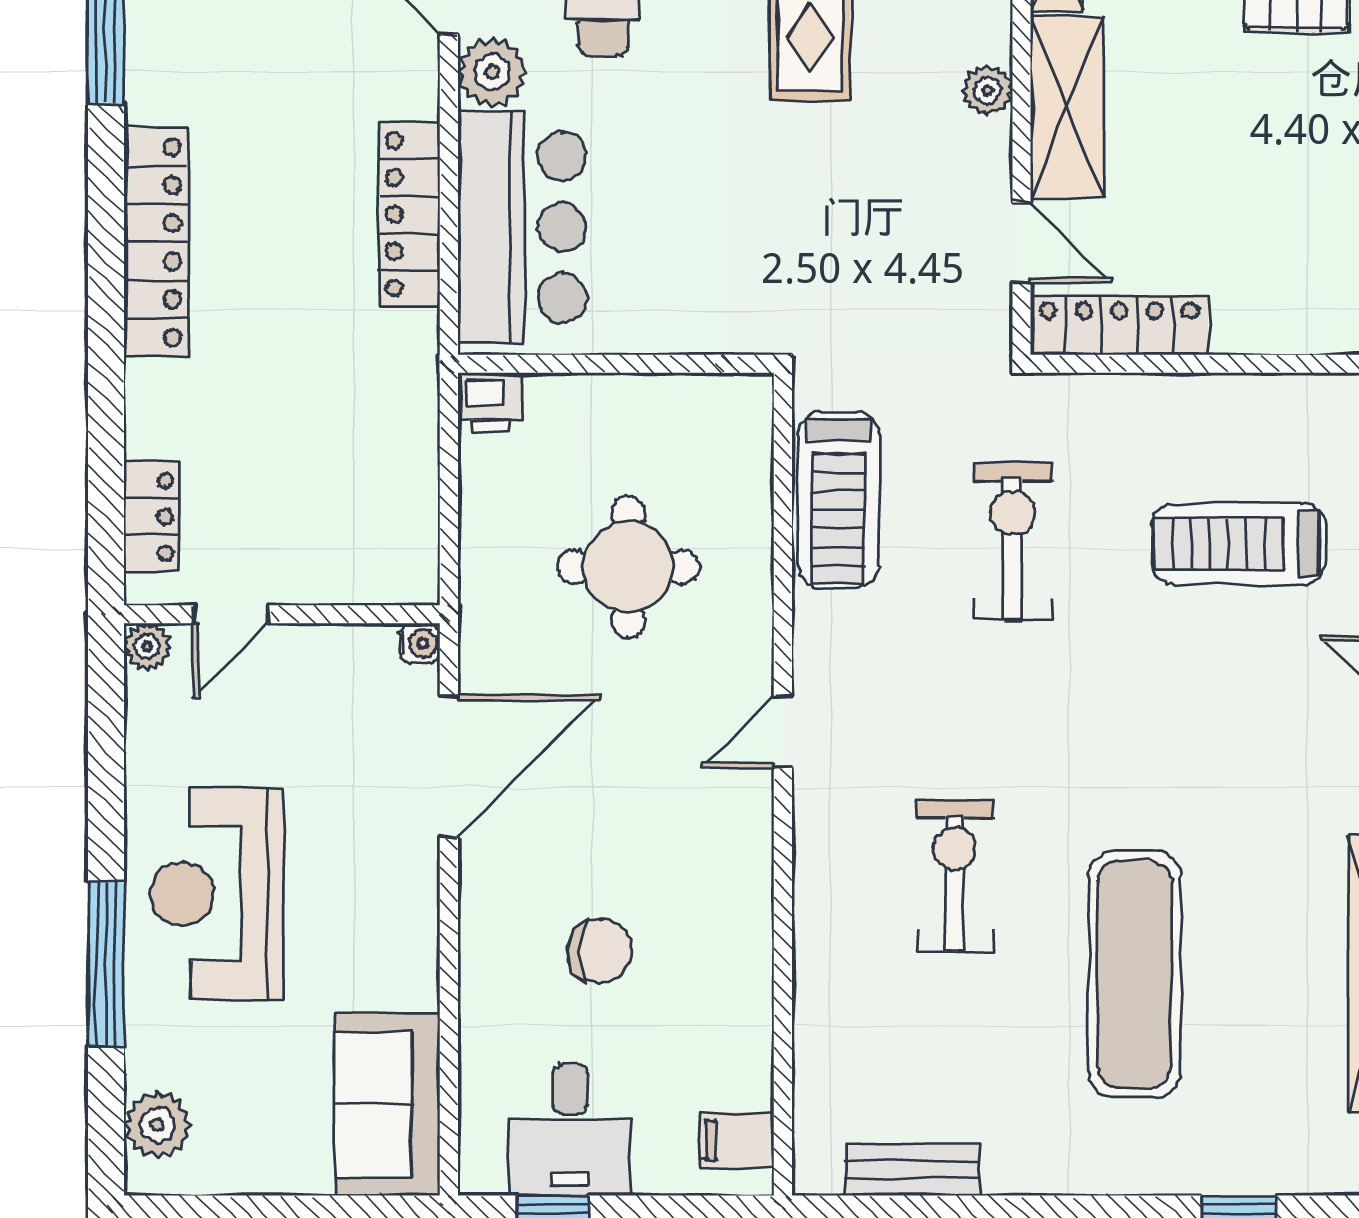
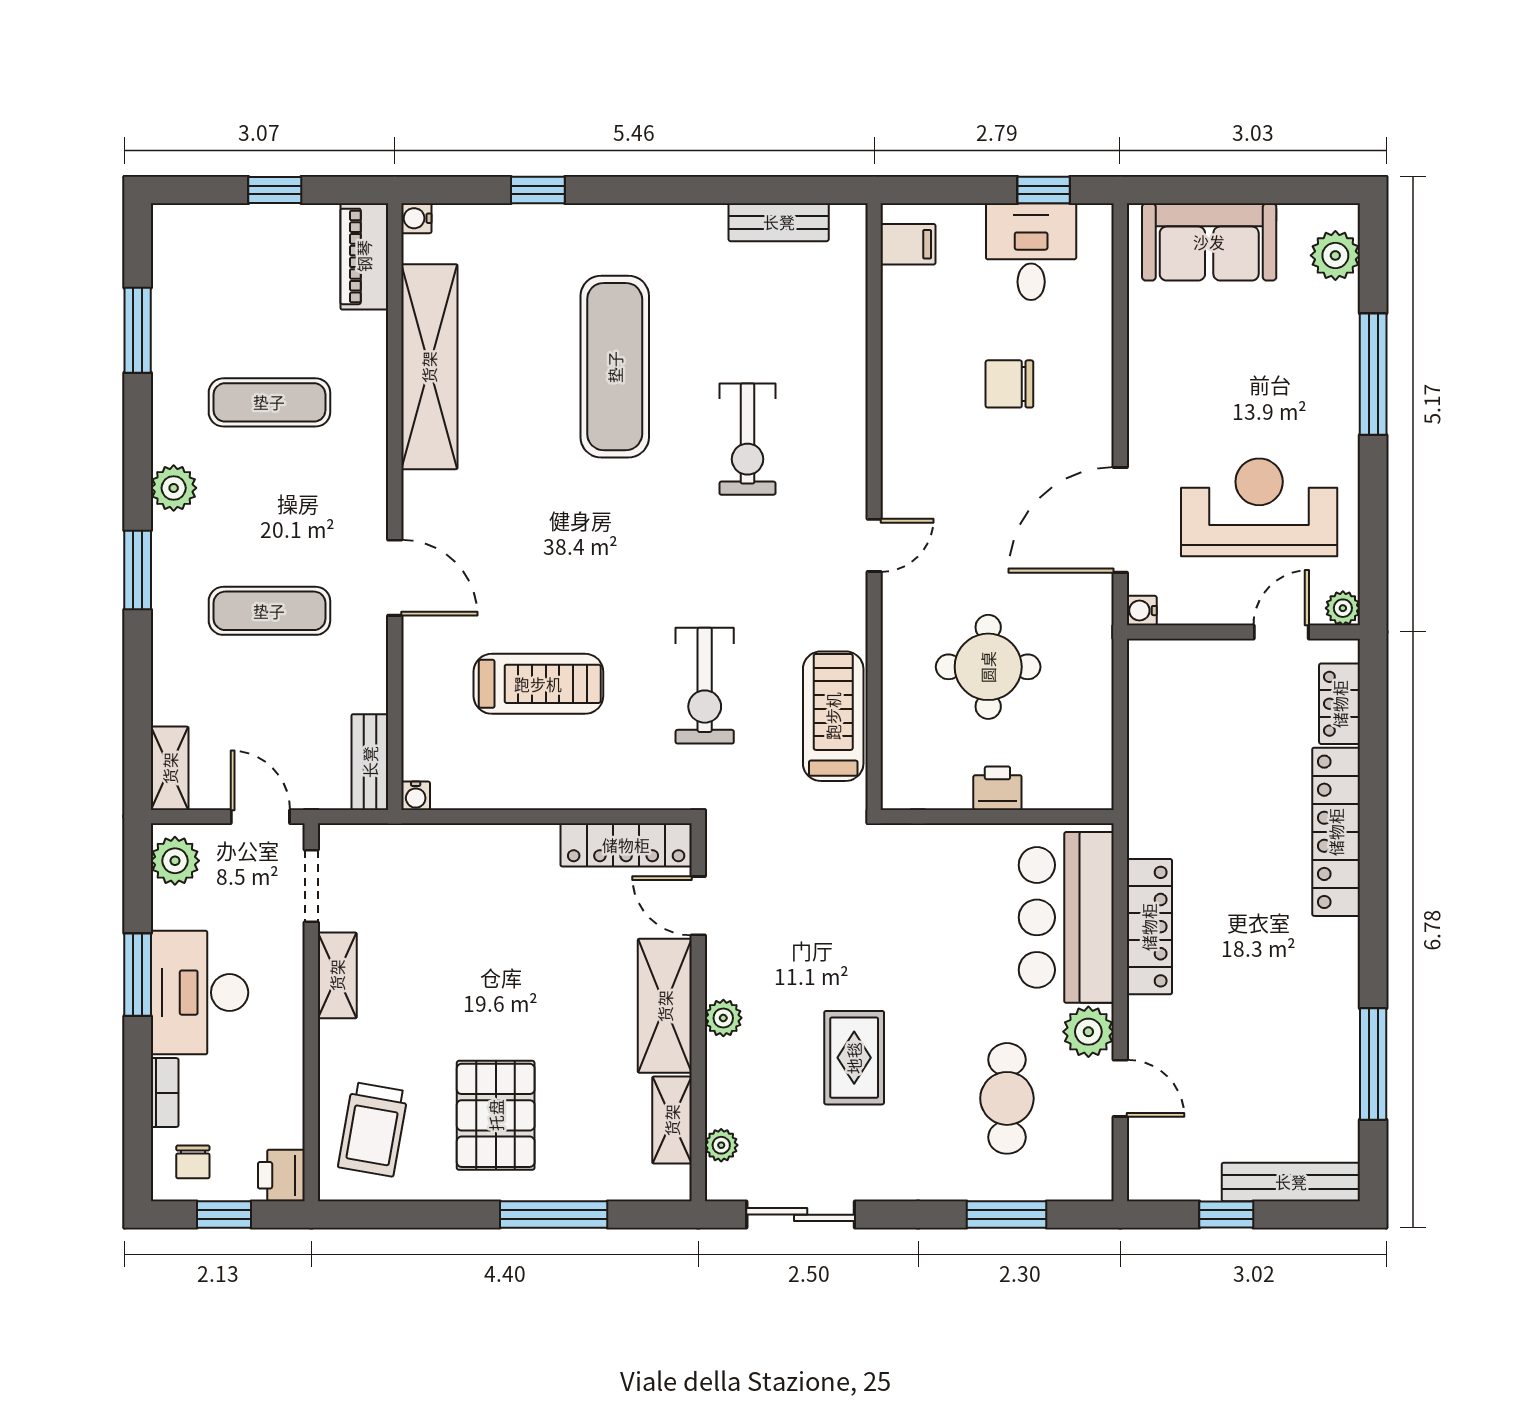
locker: (156, 242) -> (1336, 832), moved
printer: (490, 402) -> (997, 788), moved
reception desk: (217, 893) -> (1259, 507), moved, turned -90
sofa: (387, 1105) -> (1209, 242), moved, turned 90

